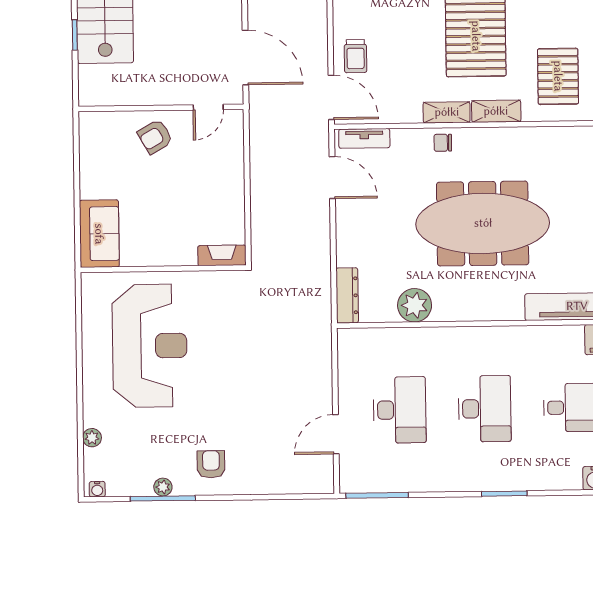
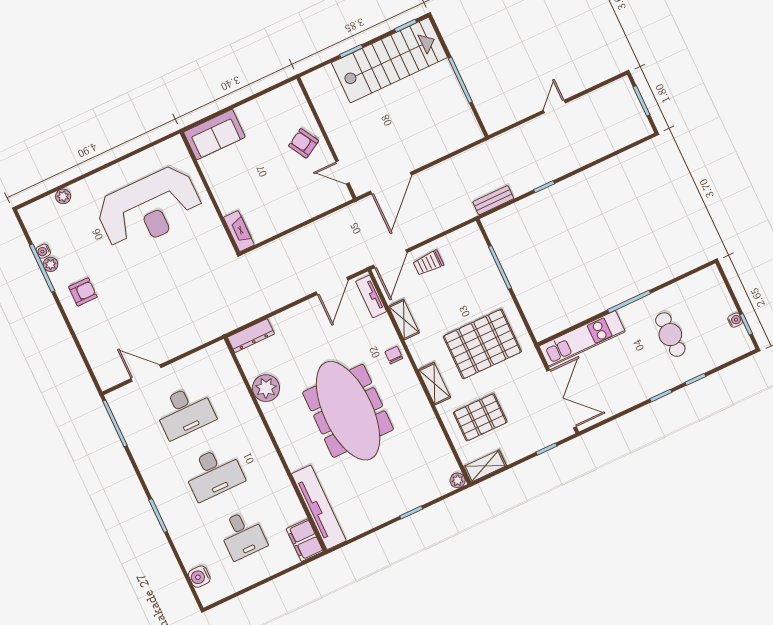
shelving: (447, 112) -> (404, 320), moved
water cooler: (97, 489) -> (43, 251), moved

